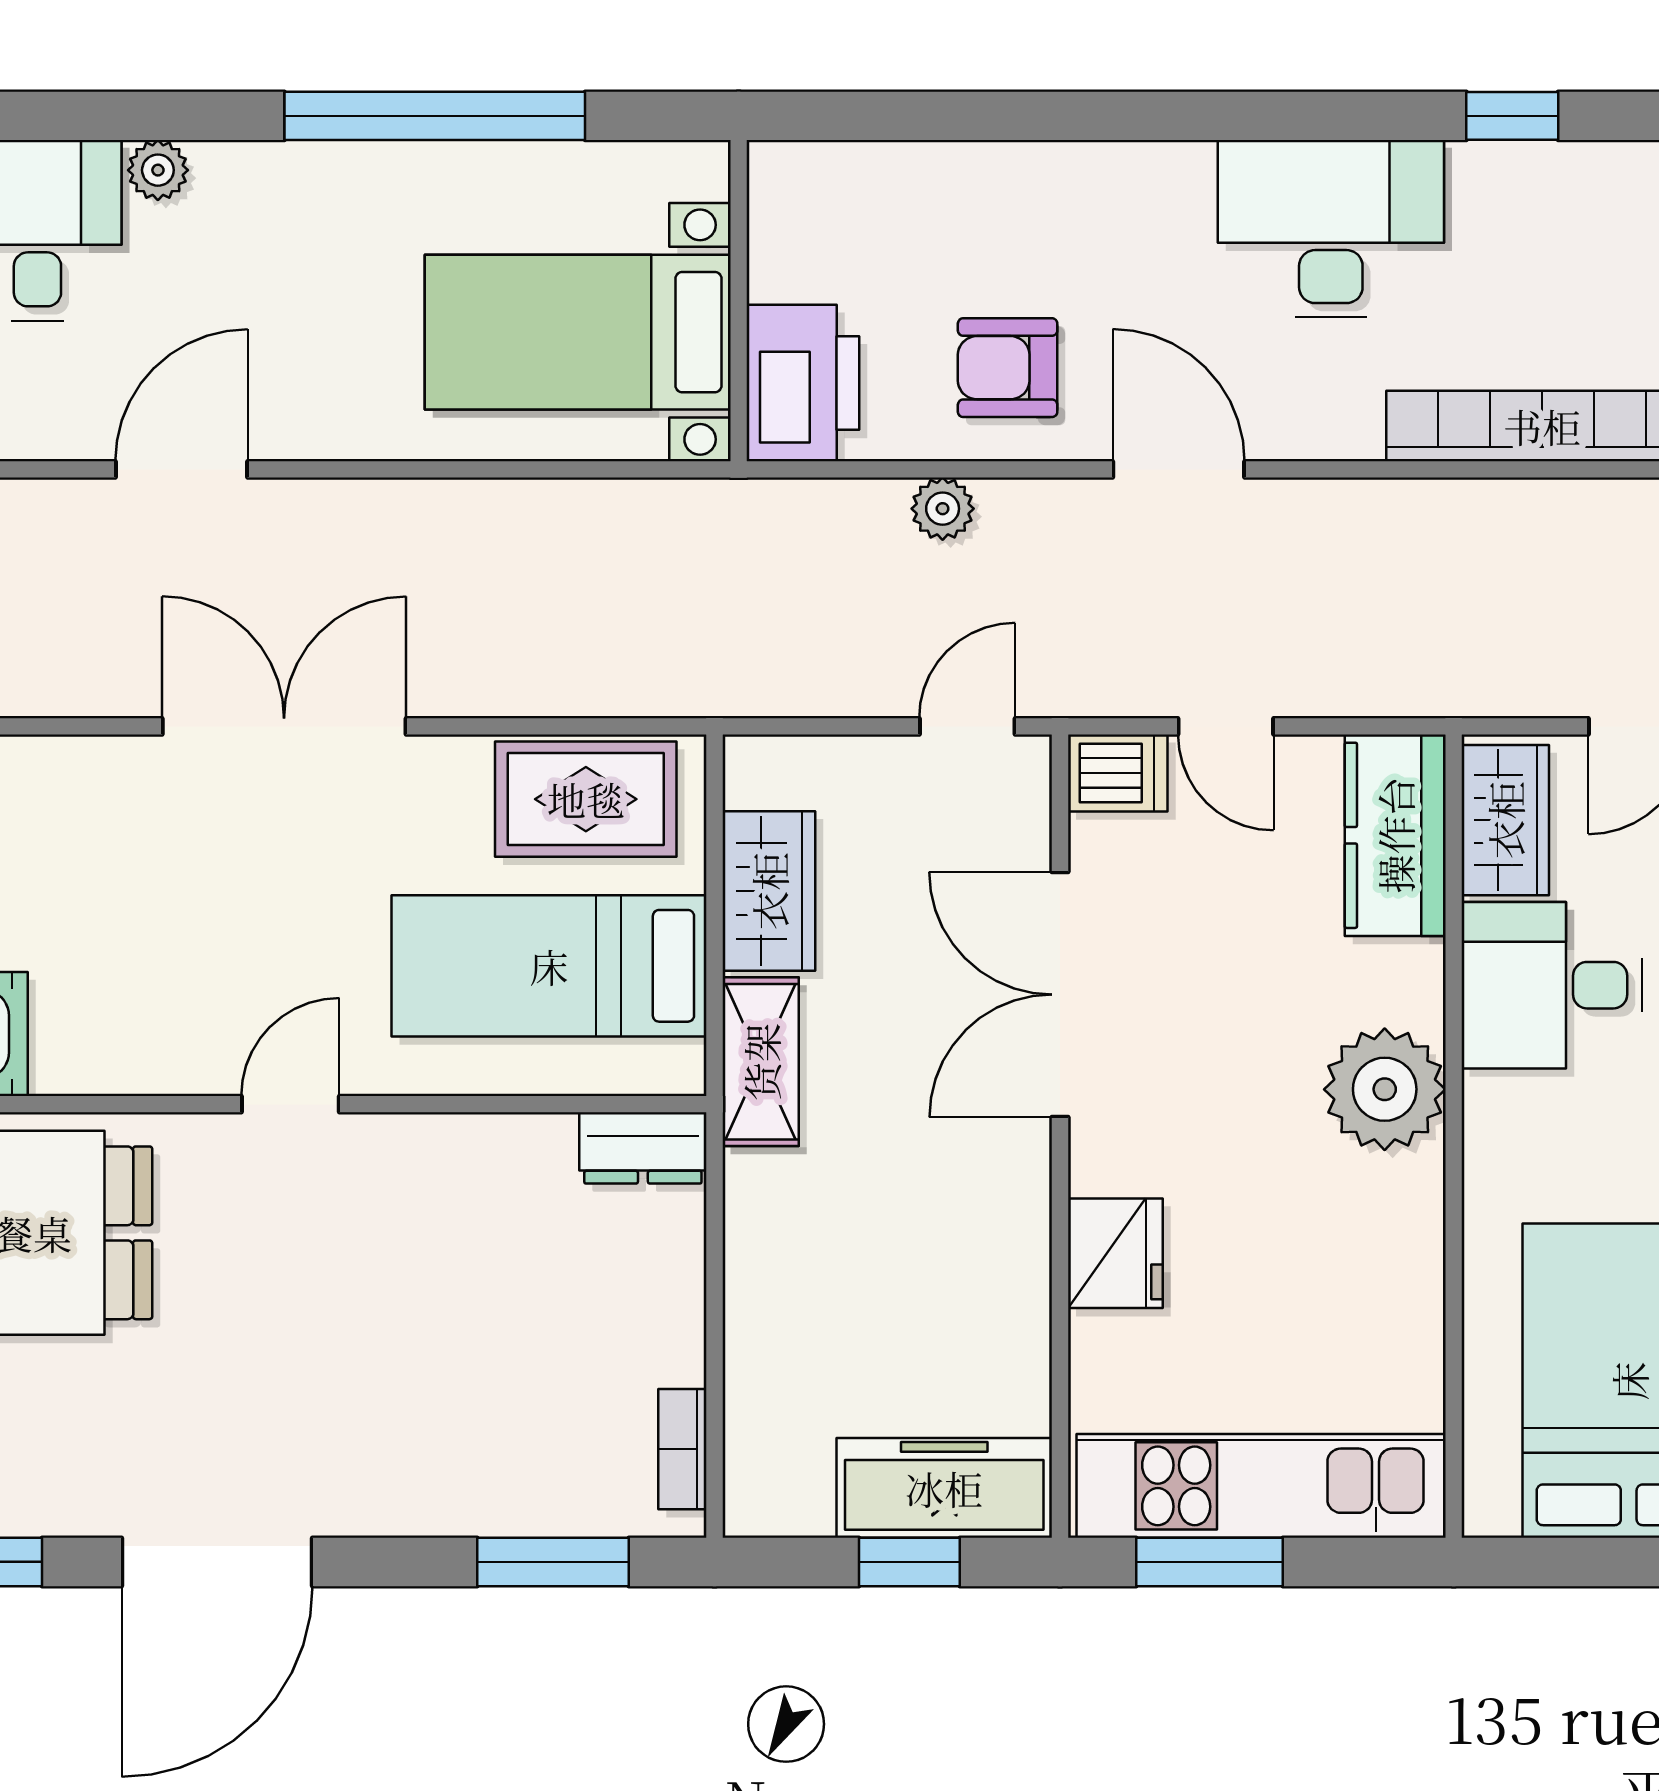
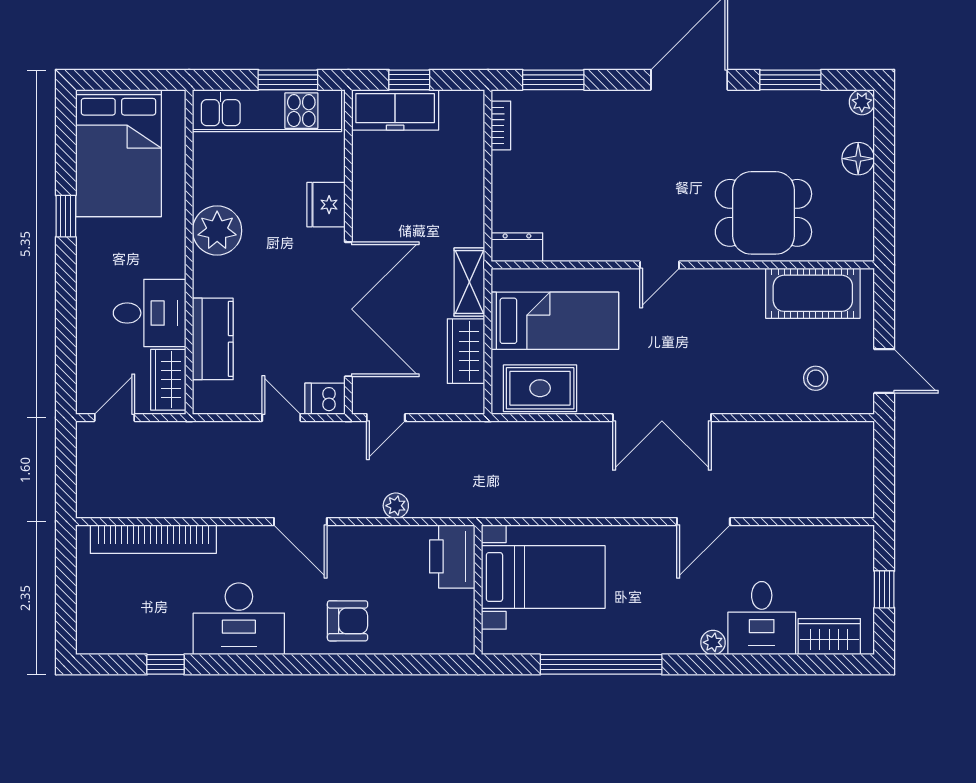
armchair: (1008, 368) -> (348, 621), moved
kitchen counter: (1395, 835) -> (213, 339), moved
double door: (1060, 995) -> (348, 309), width x1.36
plant: (1385, 1089) -> (217, 231), moved

